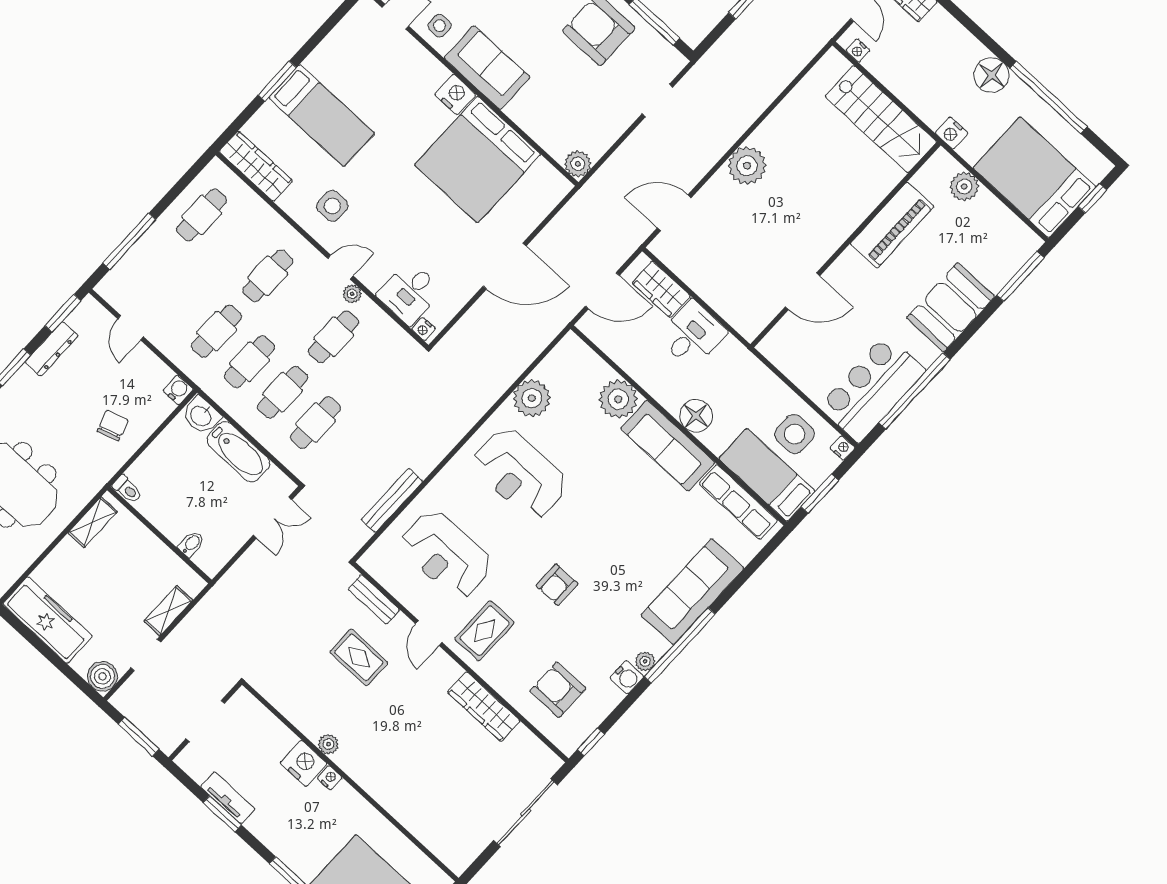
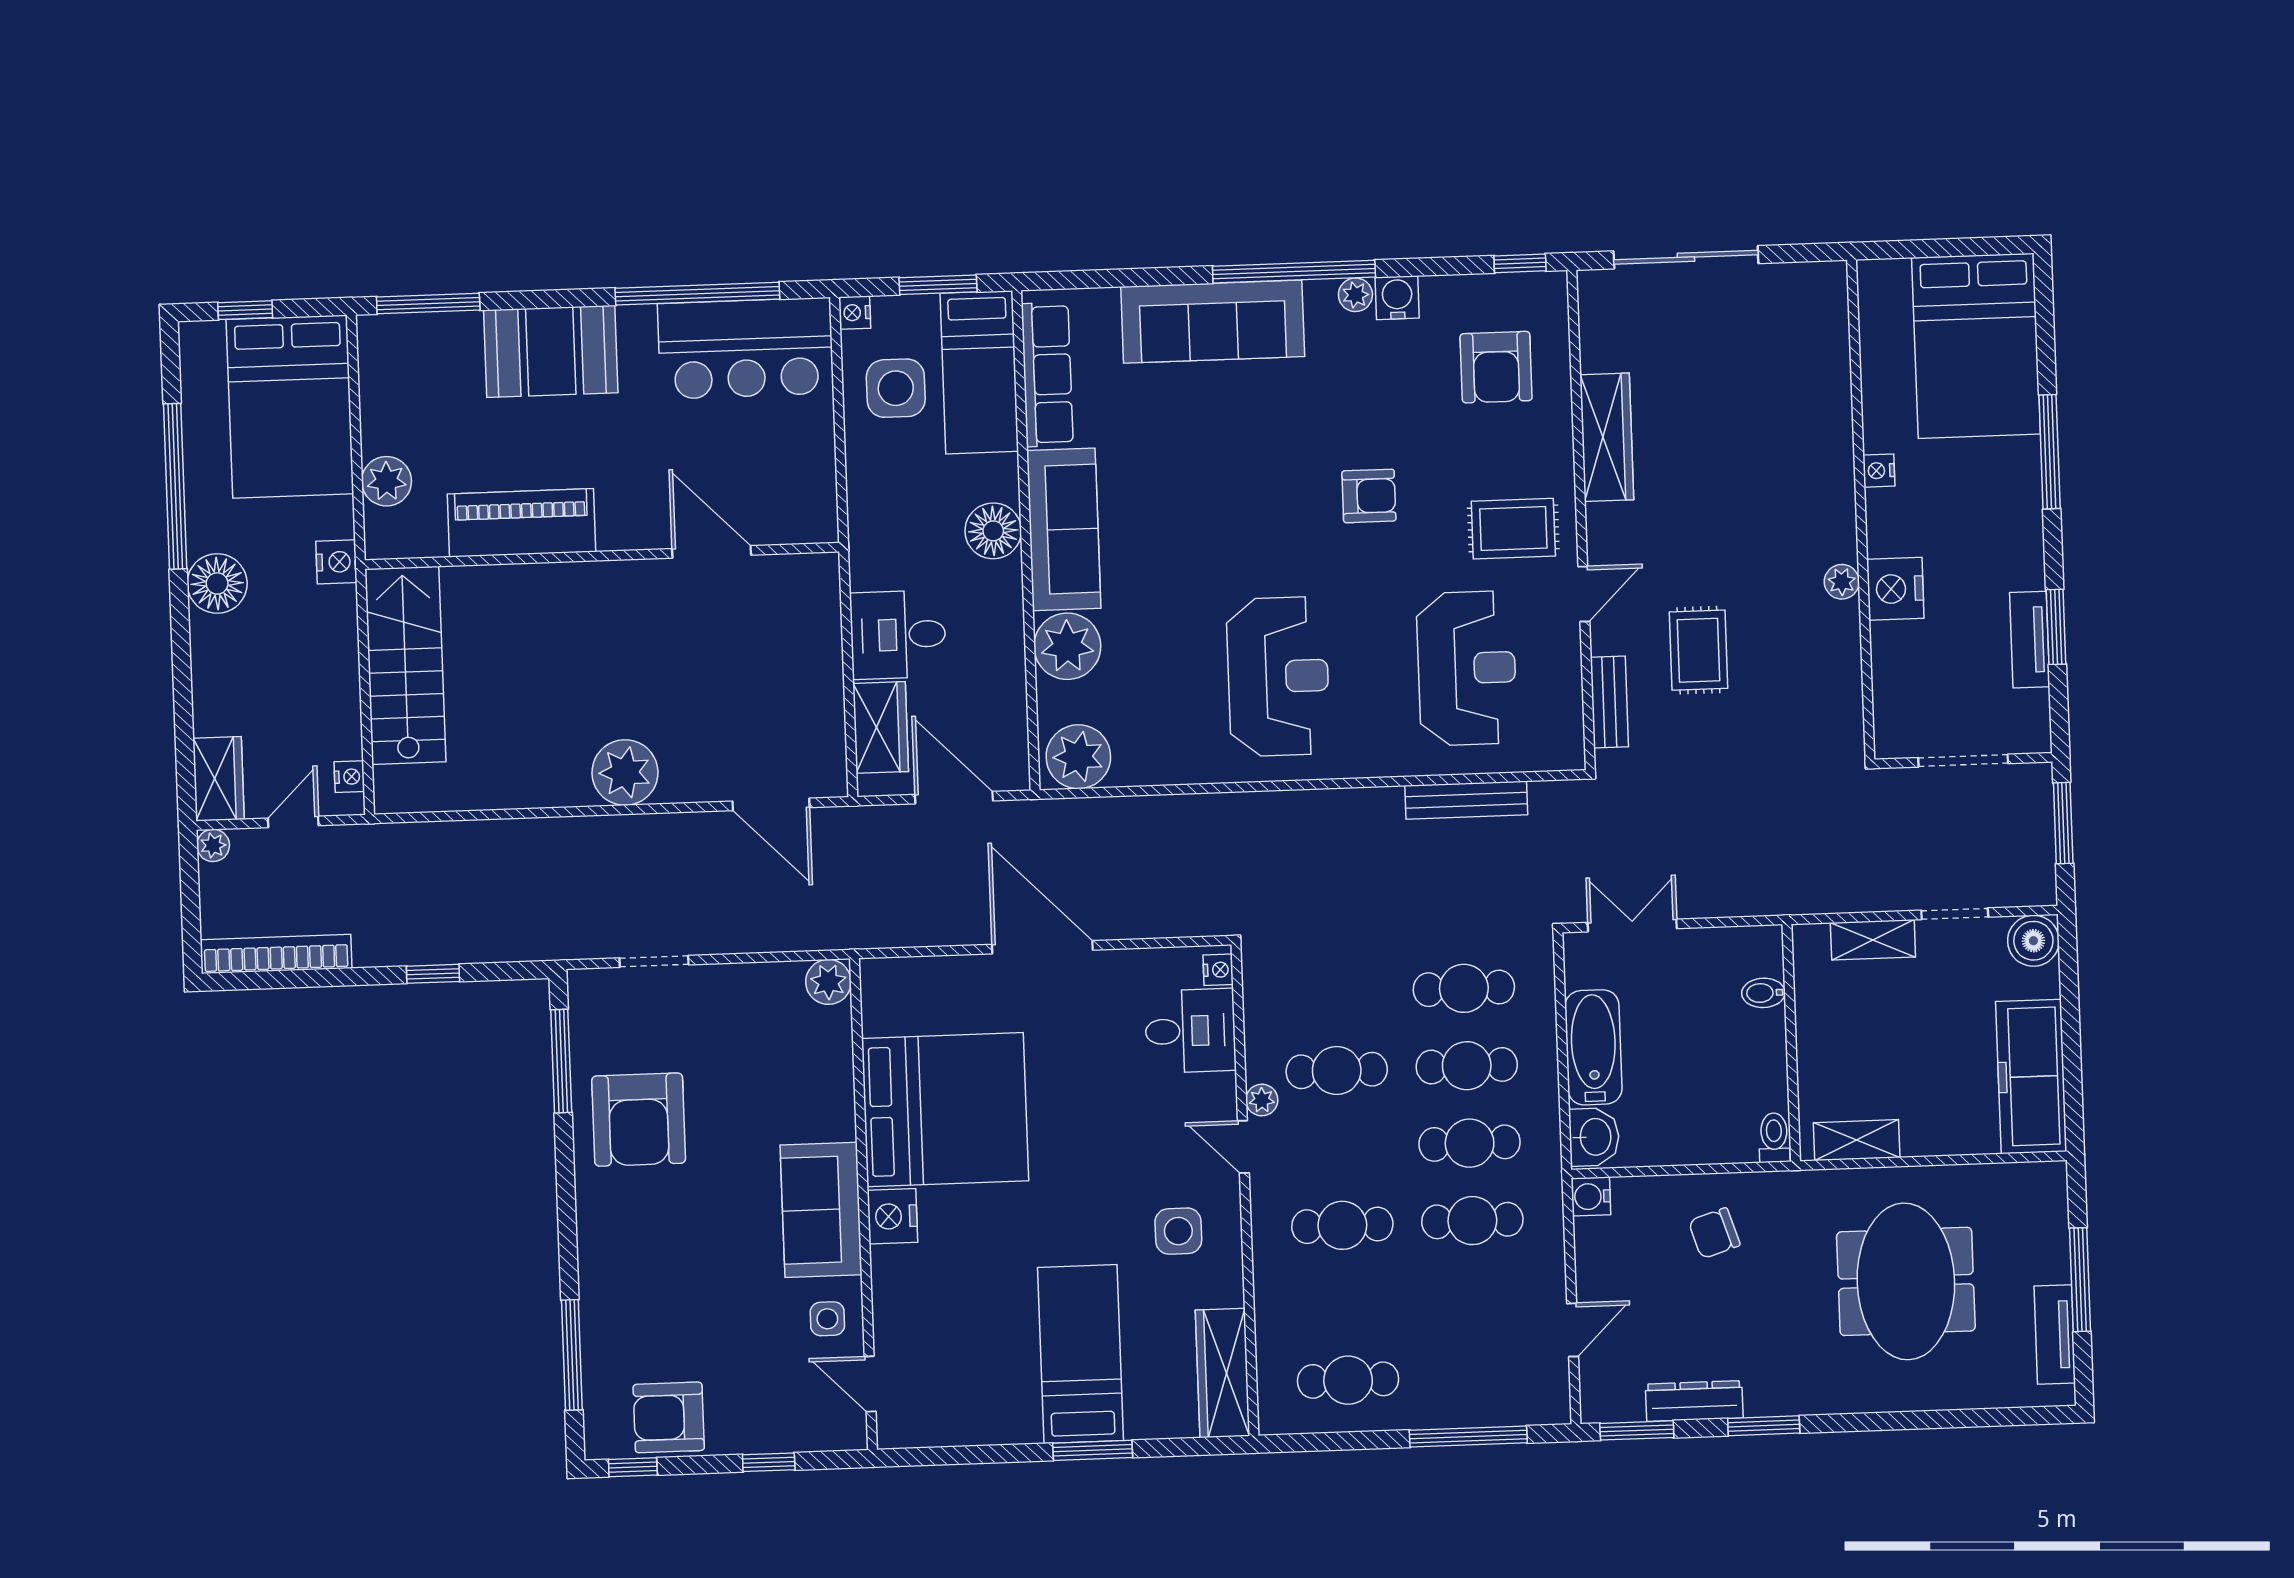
plant: (532, 398) -> (1078, 757), moved
nightstand: (330, 778) -> (1879, 471), moved

